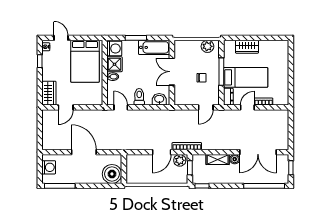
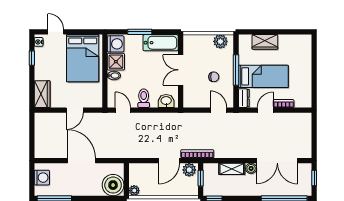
door: (66, 107) -> (75, 110), moved
door: (206, 107) -> (218, 110), swing flipped
plant: (131, 179) -> (134, 191), added

